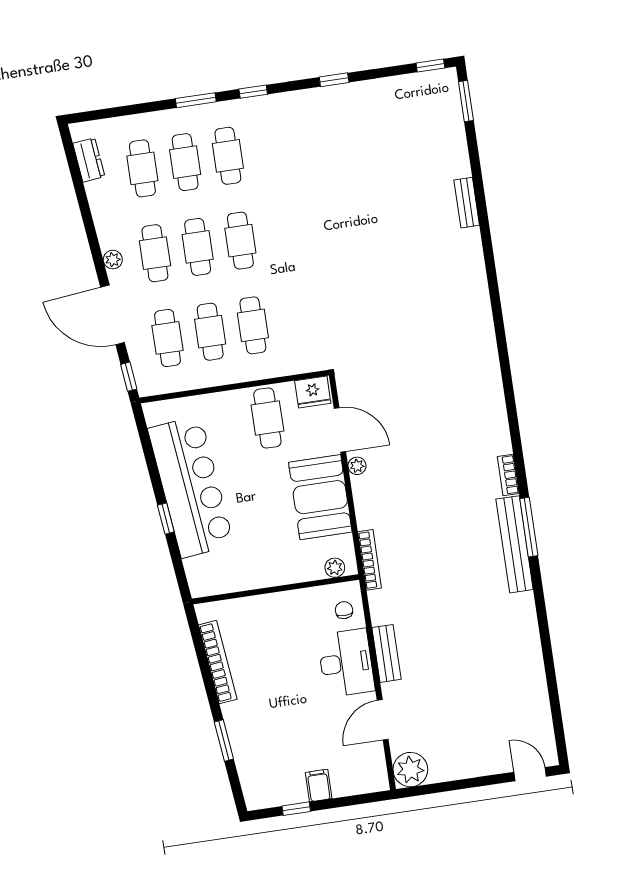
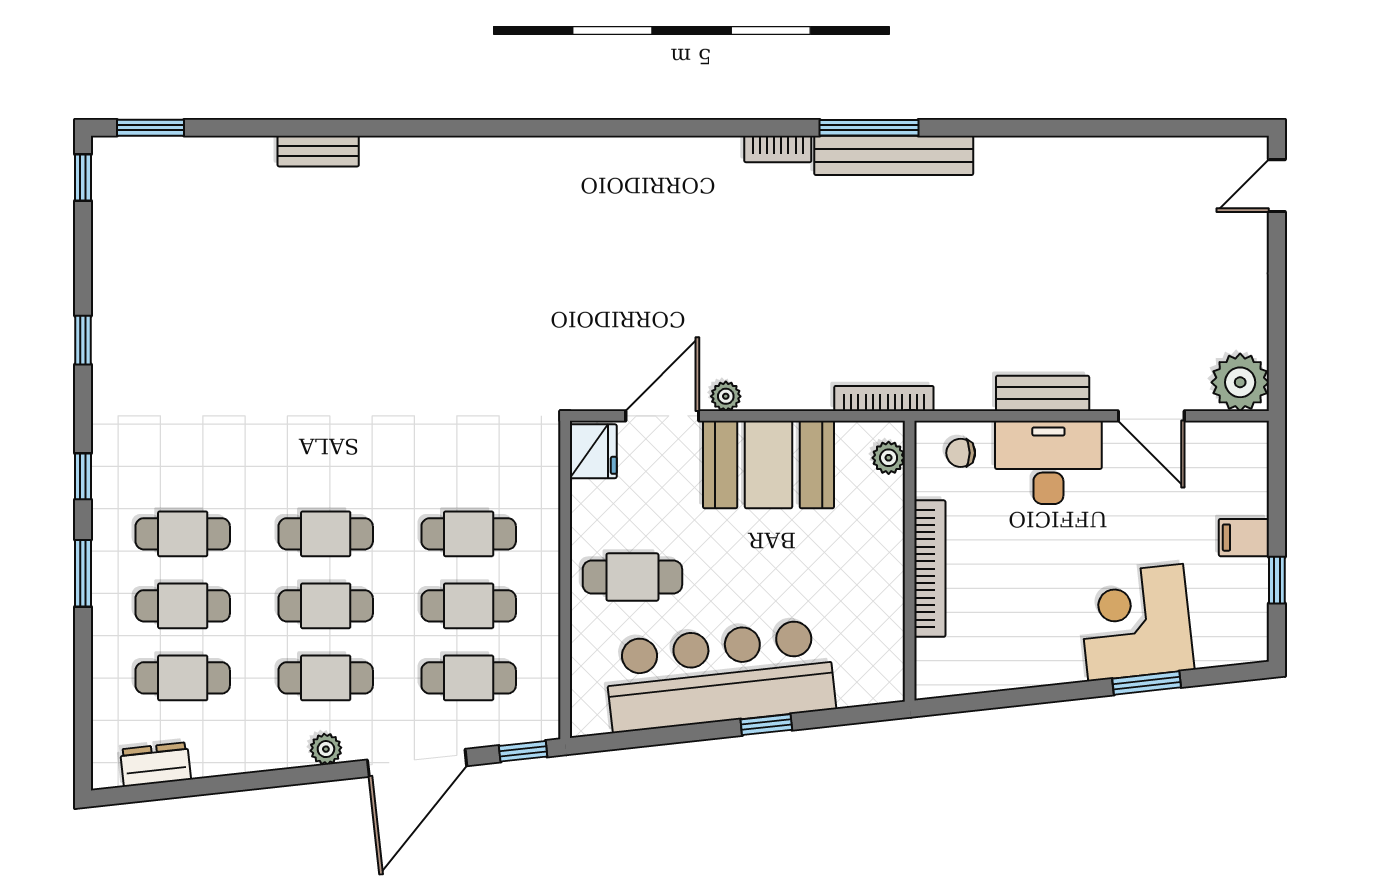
cafe table: (267, 418) -> (632, 577), moved
bookcase: (218, 662) -> (930, 569), moved, turned 96
corner desk: (259, 729) -> (1136, 622), added

